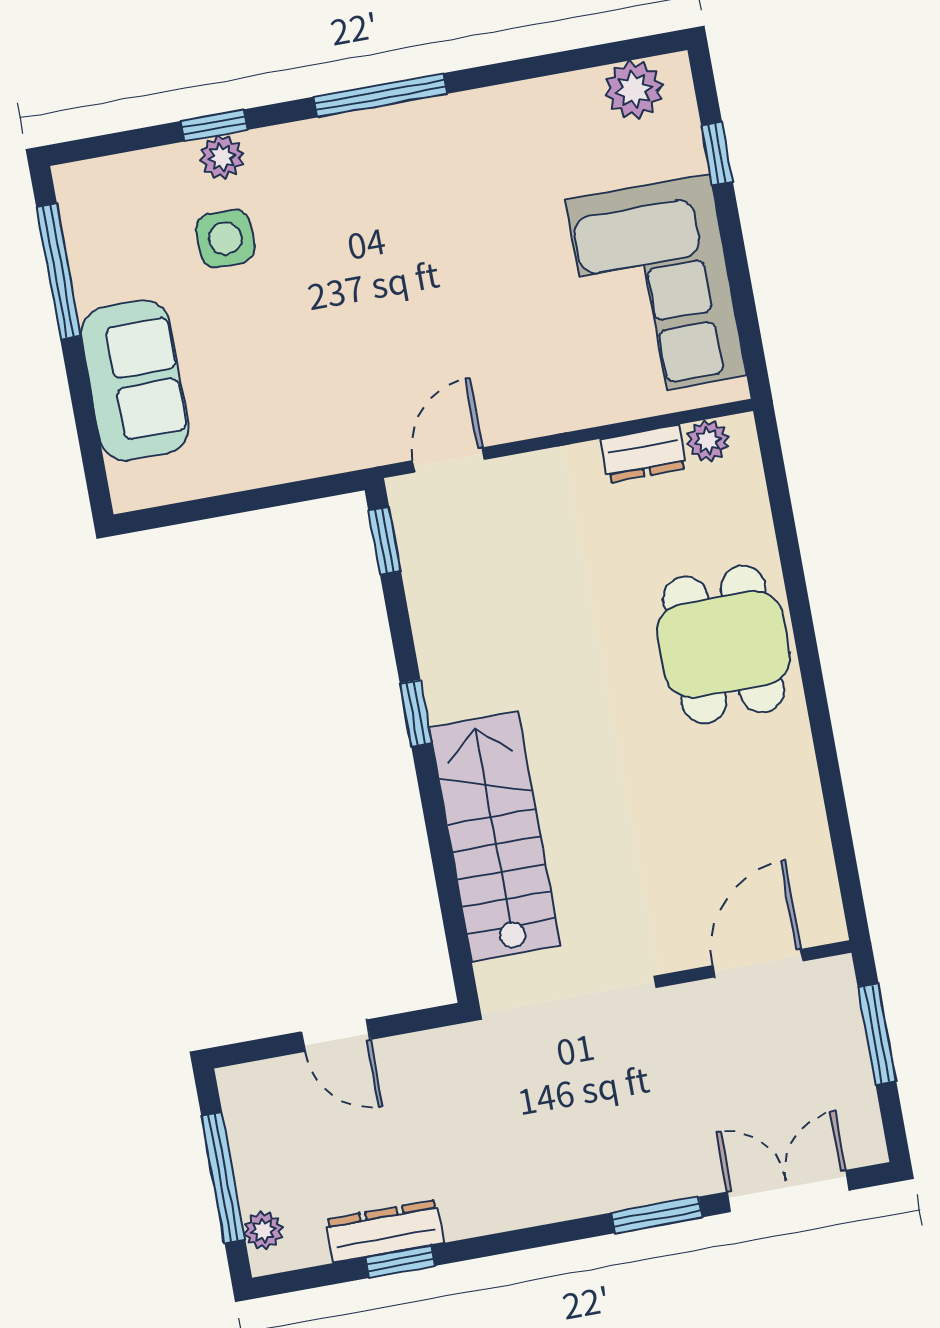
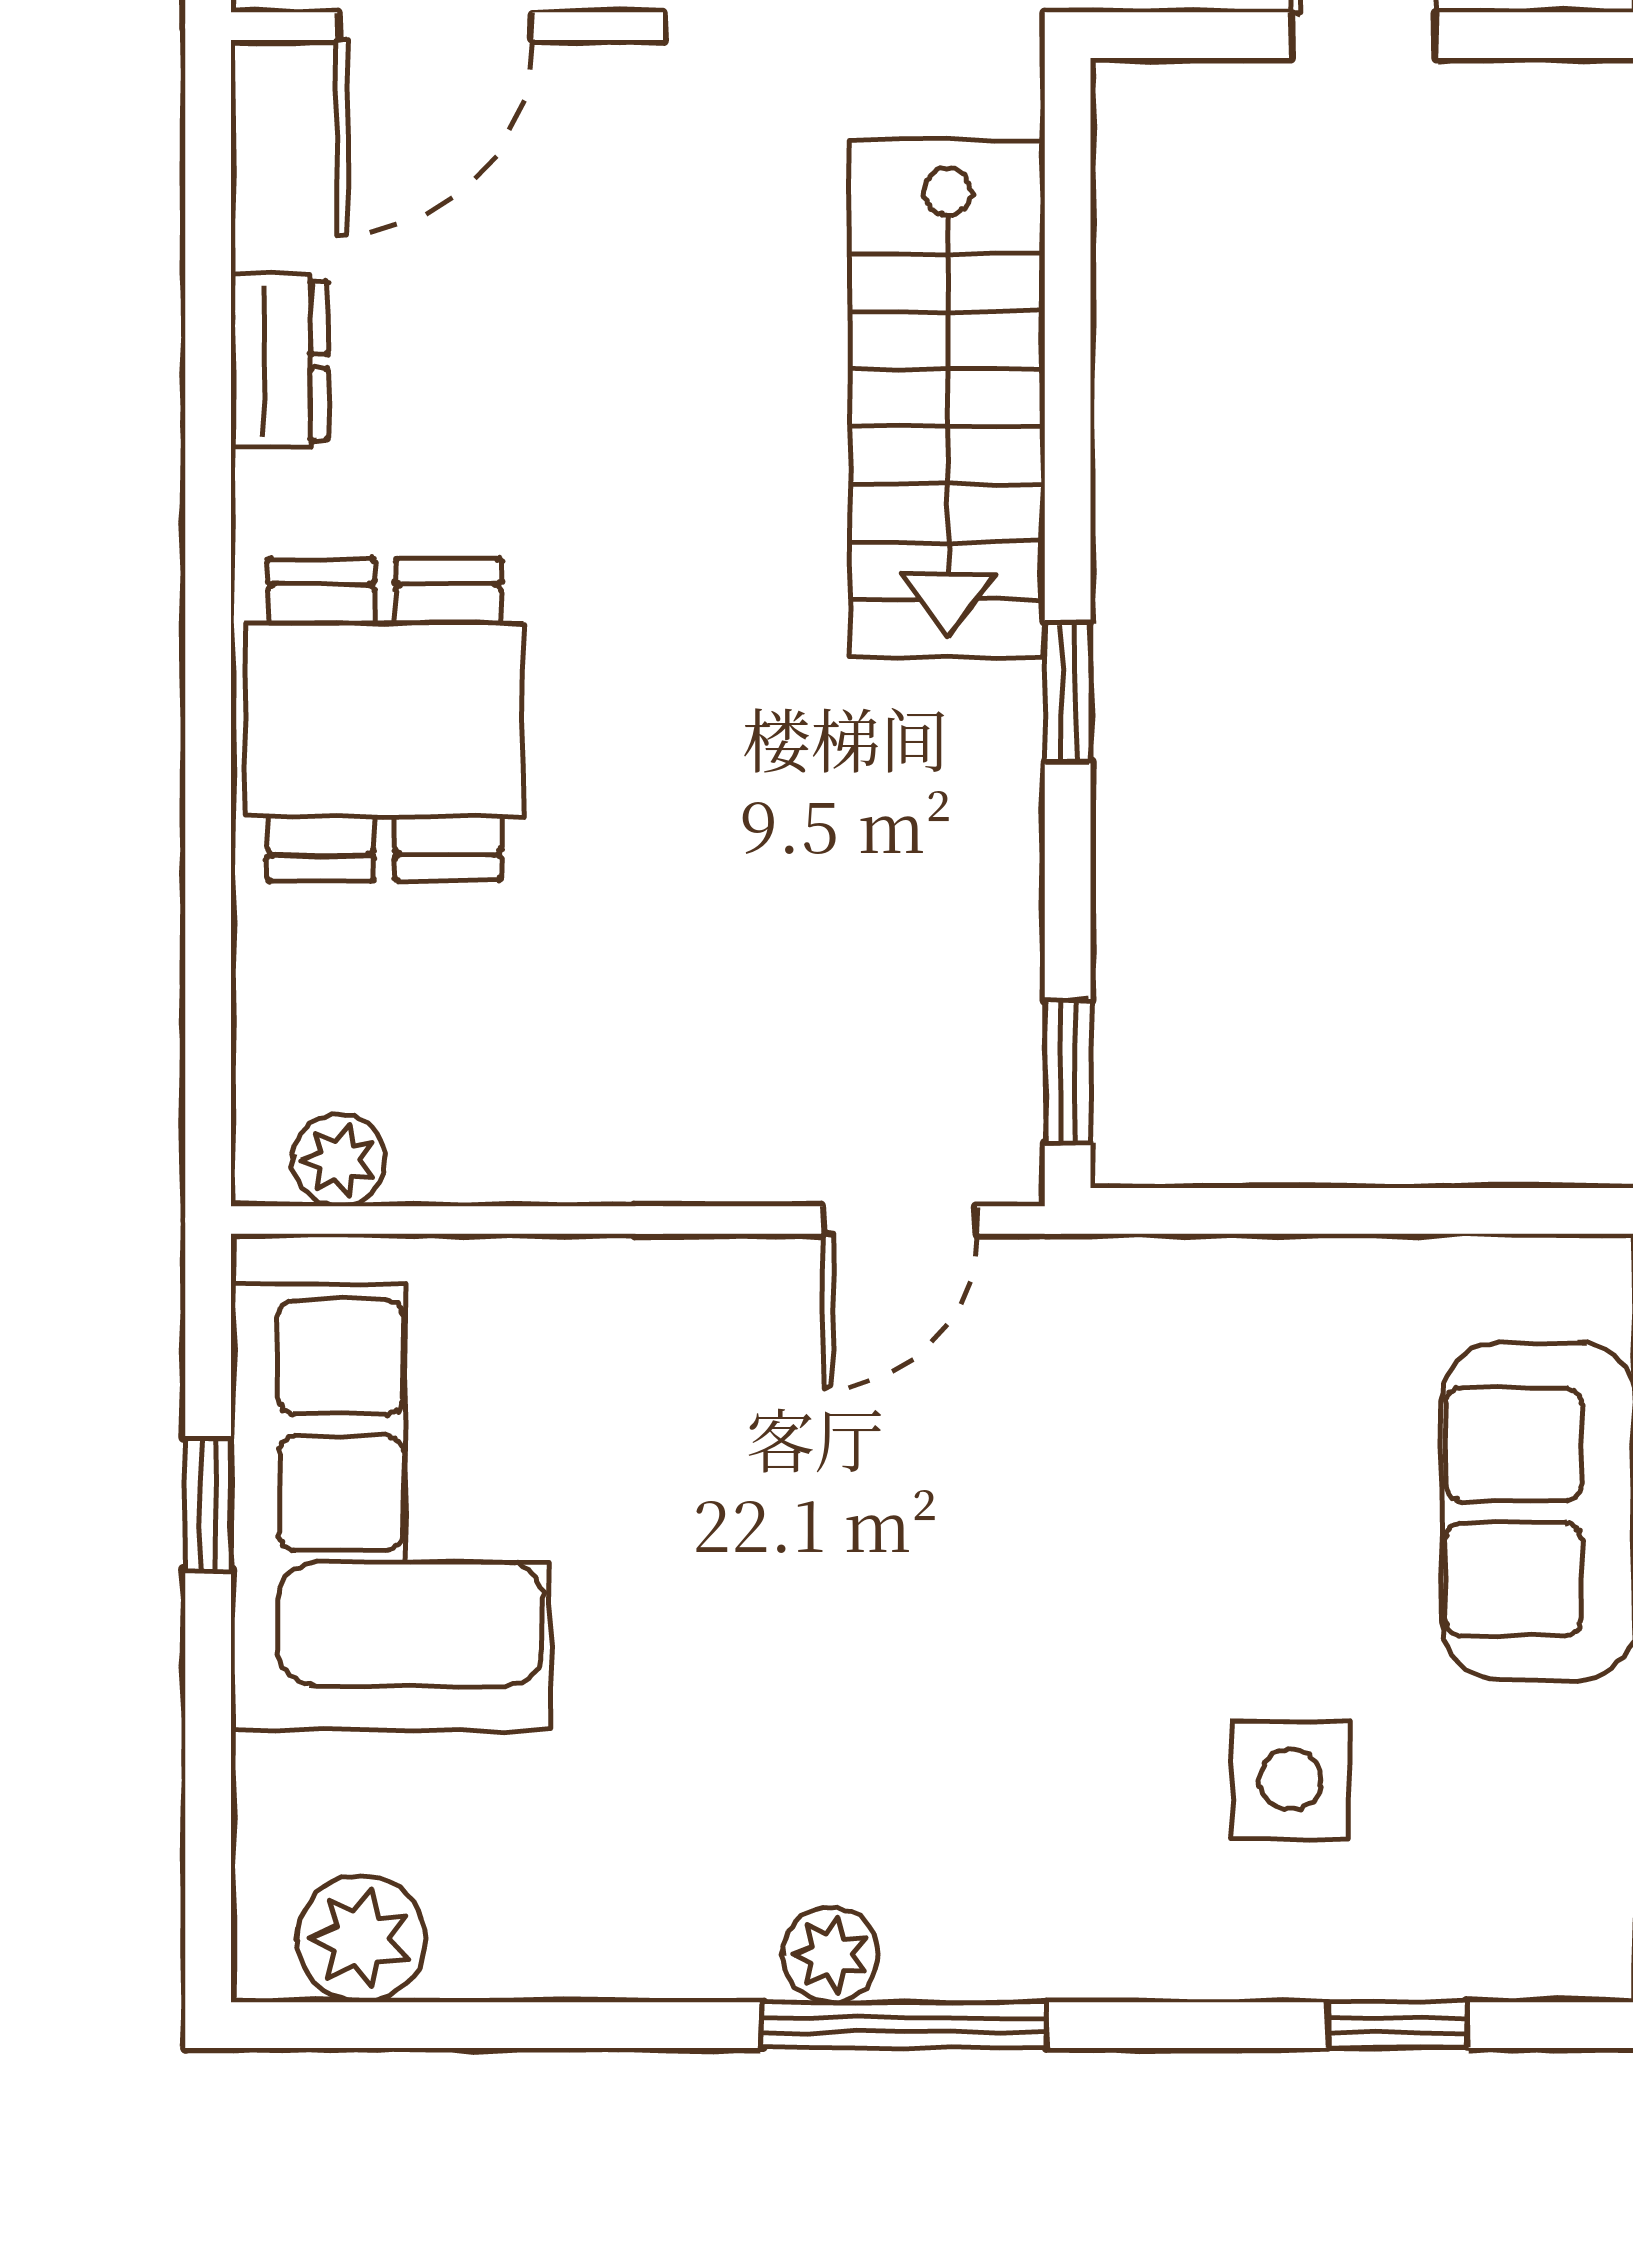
window: (214, 125) -> (1398, 2025), moved
window: (717, 153) -> (208, 1504), moved
plant: (222, 157) -> (831, 1955), moved
dresser: (644, 454) -> (279, 361), moved, turned 90

